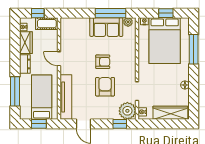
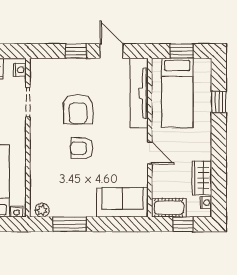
window: (110, 13) -> (70, 224), width x0.69
sofa: (106, 27) -> (123, 202), moved
dresser: (25, 64) -> (203, 145), removed
window: (15, 91) -> (219, 102), width x0.46
plant: (127, 111) -> (43, 72), removed
window: (120, 124) -> (76, 51), moved

